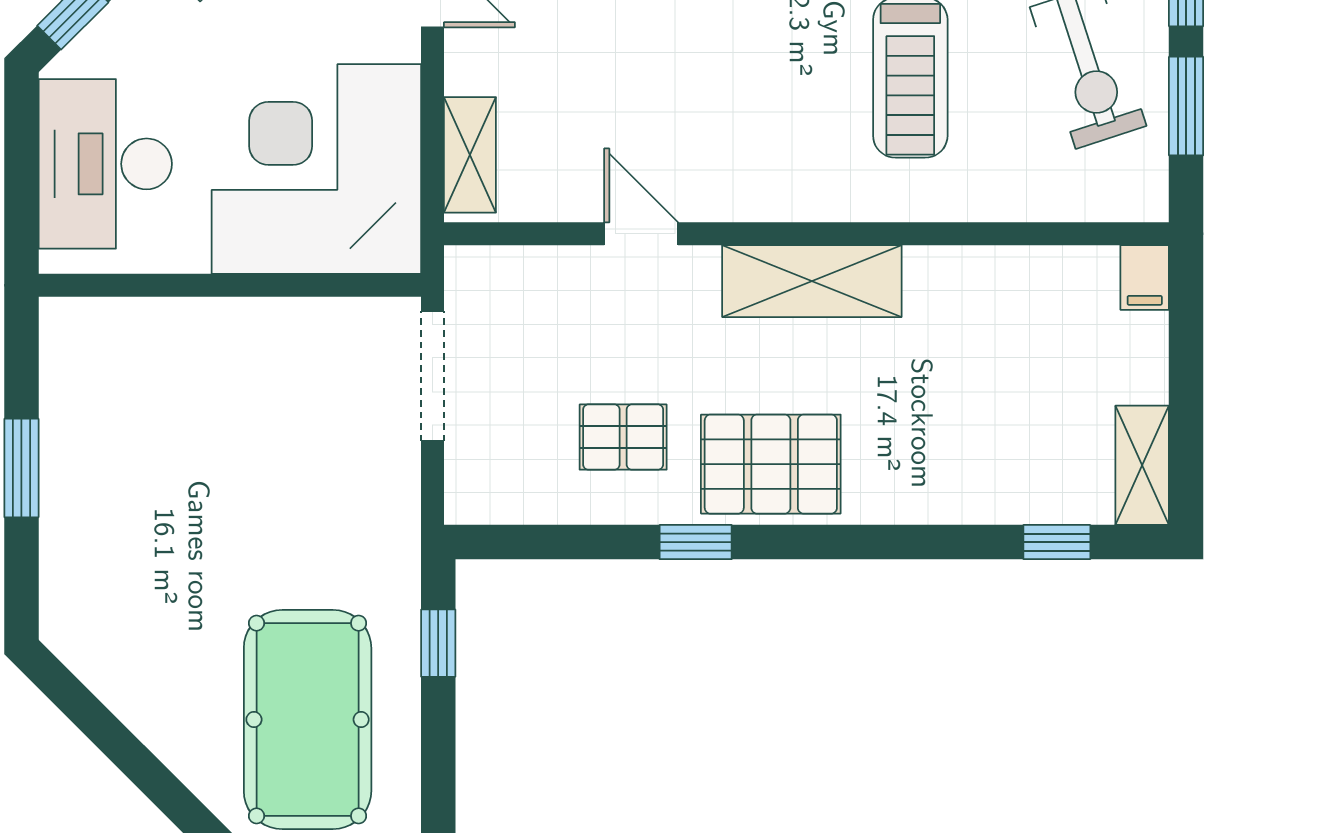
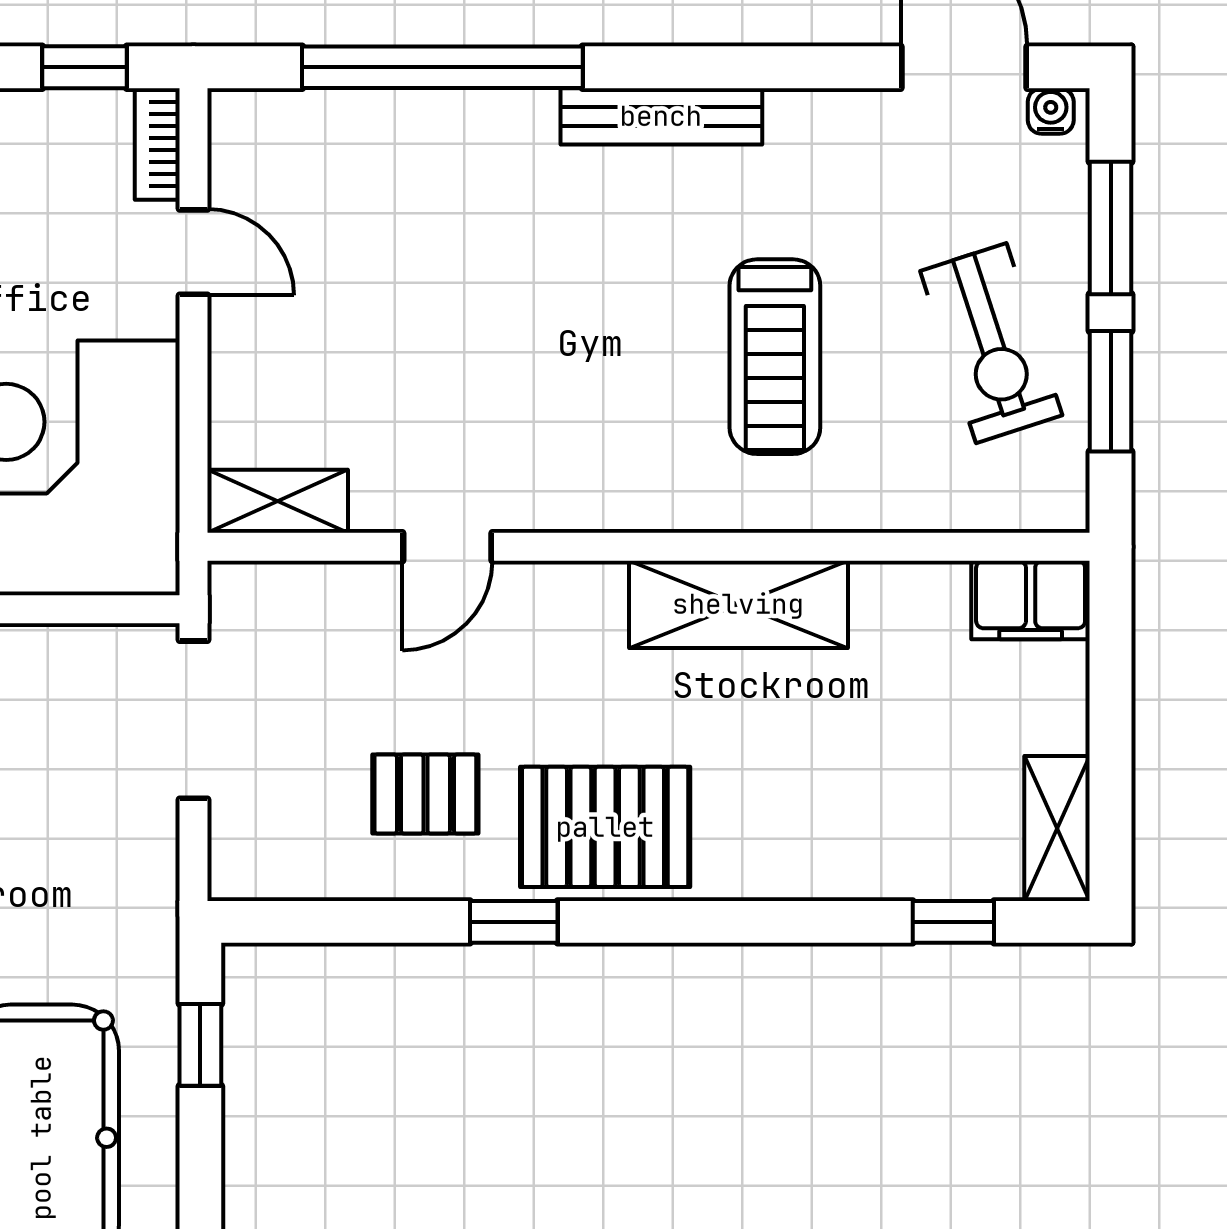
shelving: (470, 155) -> (278, 501), moved, turned 90
door: (641, 234) -> (447, 547), swing flipped
filing cabinet: (1145, 278) -> (1031, 600), width x2.00
shelving: (812, 281) -> (738, 604), moved

